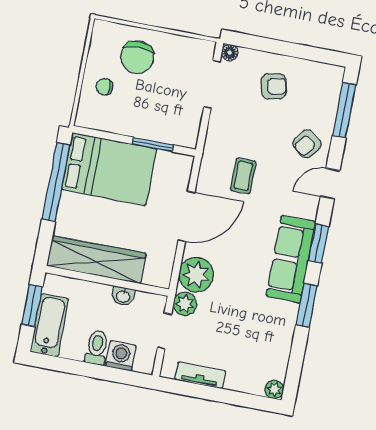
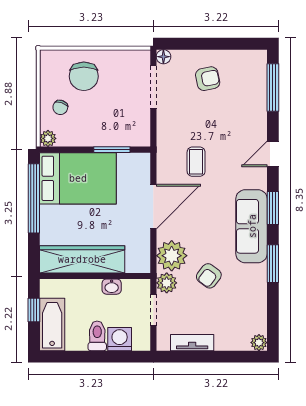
chair: (105, 87) -> (60, 107), turned -71
plant: (84, 119) -> (48, 138), added
armchair: (307, 144) -> (209, 276), moved
window: (32, 306) -> (34, 310), width x0.67

